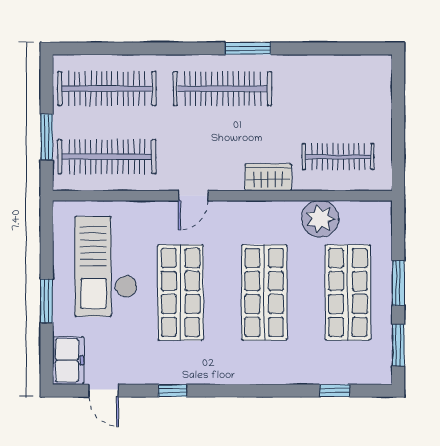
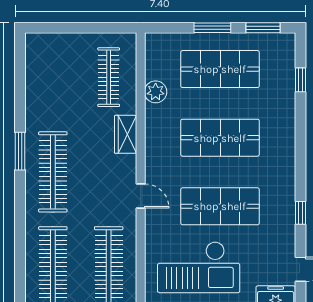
plant: (320, 219) -> (156, 92), width x0.73, depth x0.73

